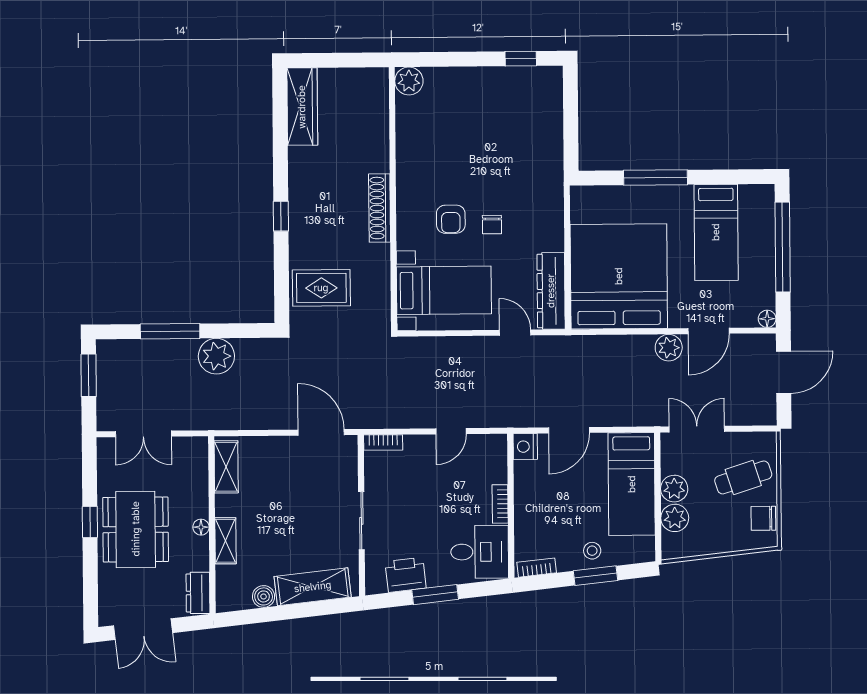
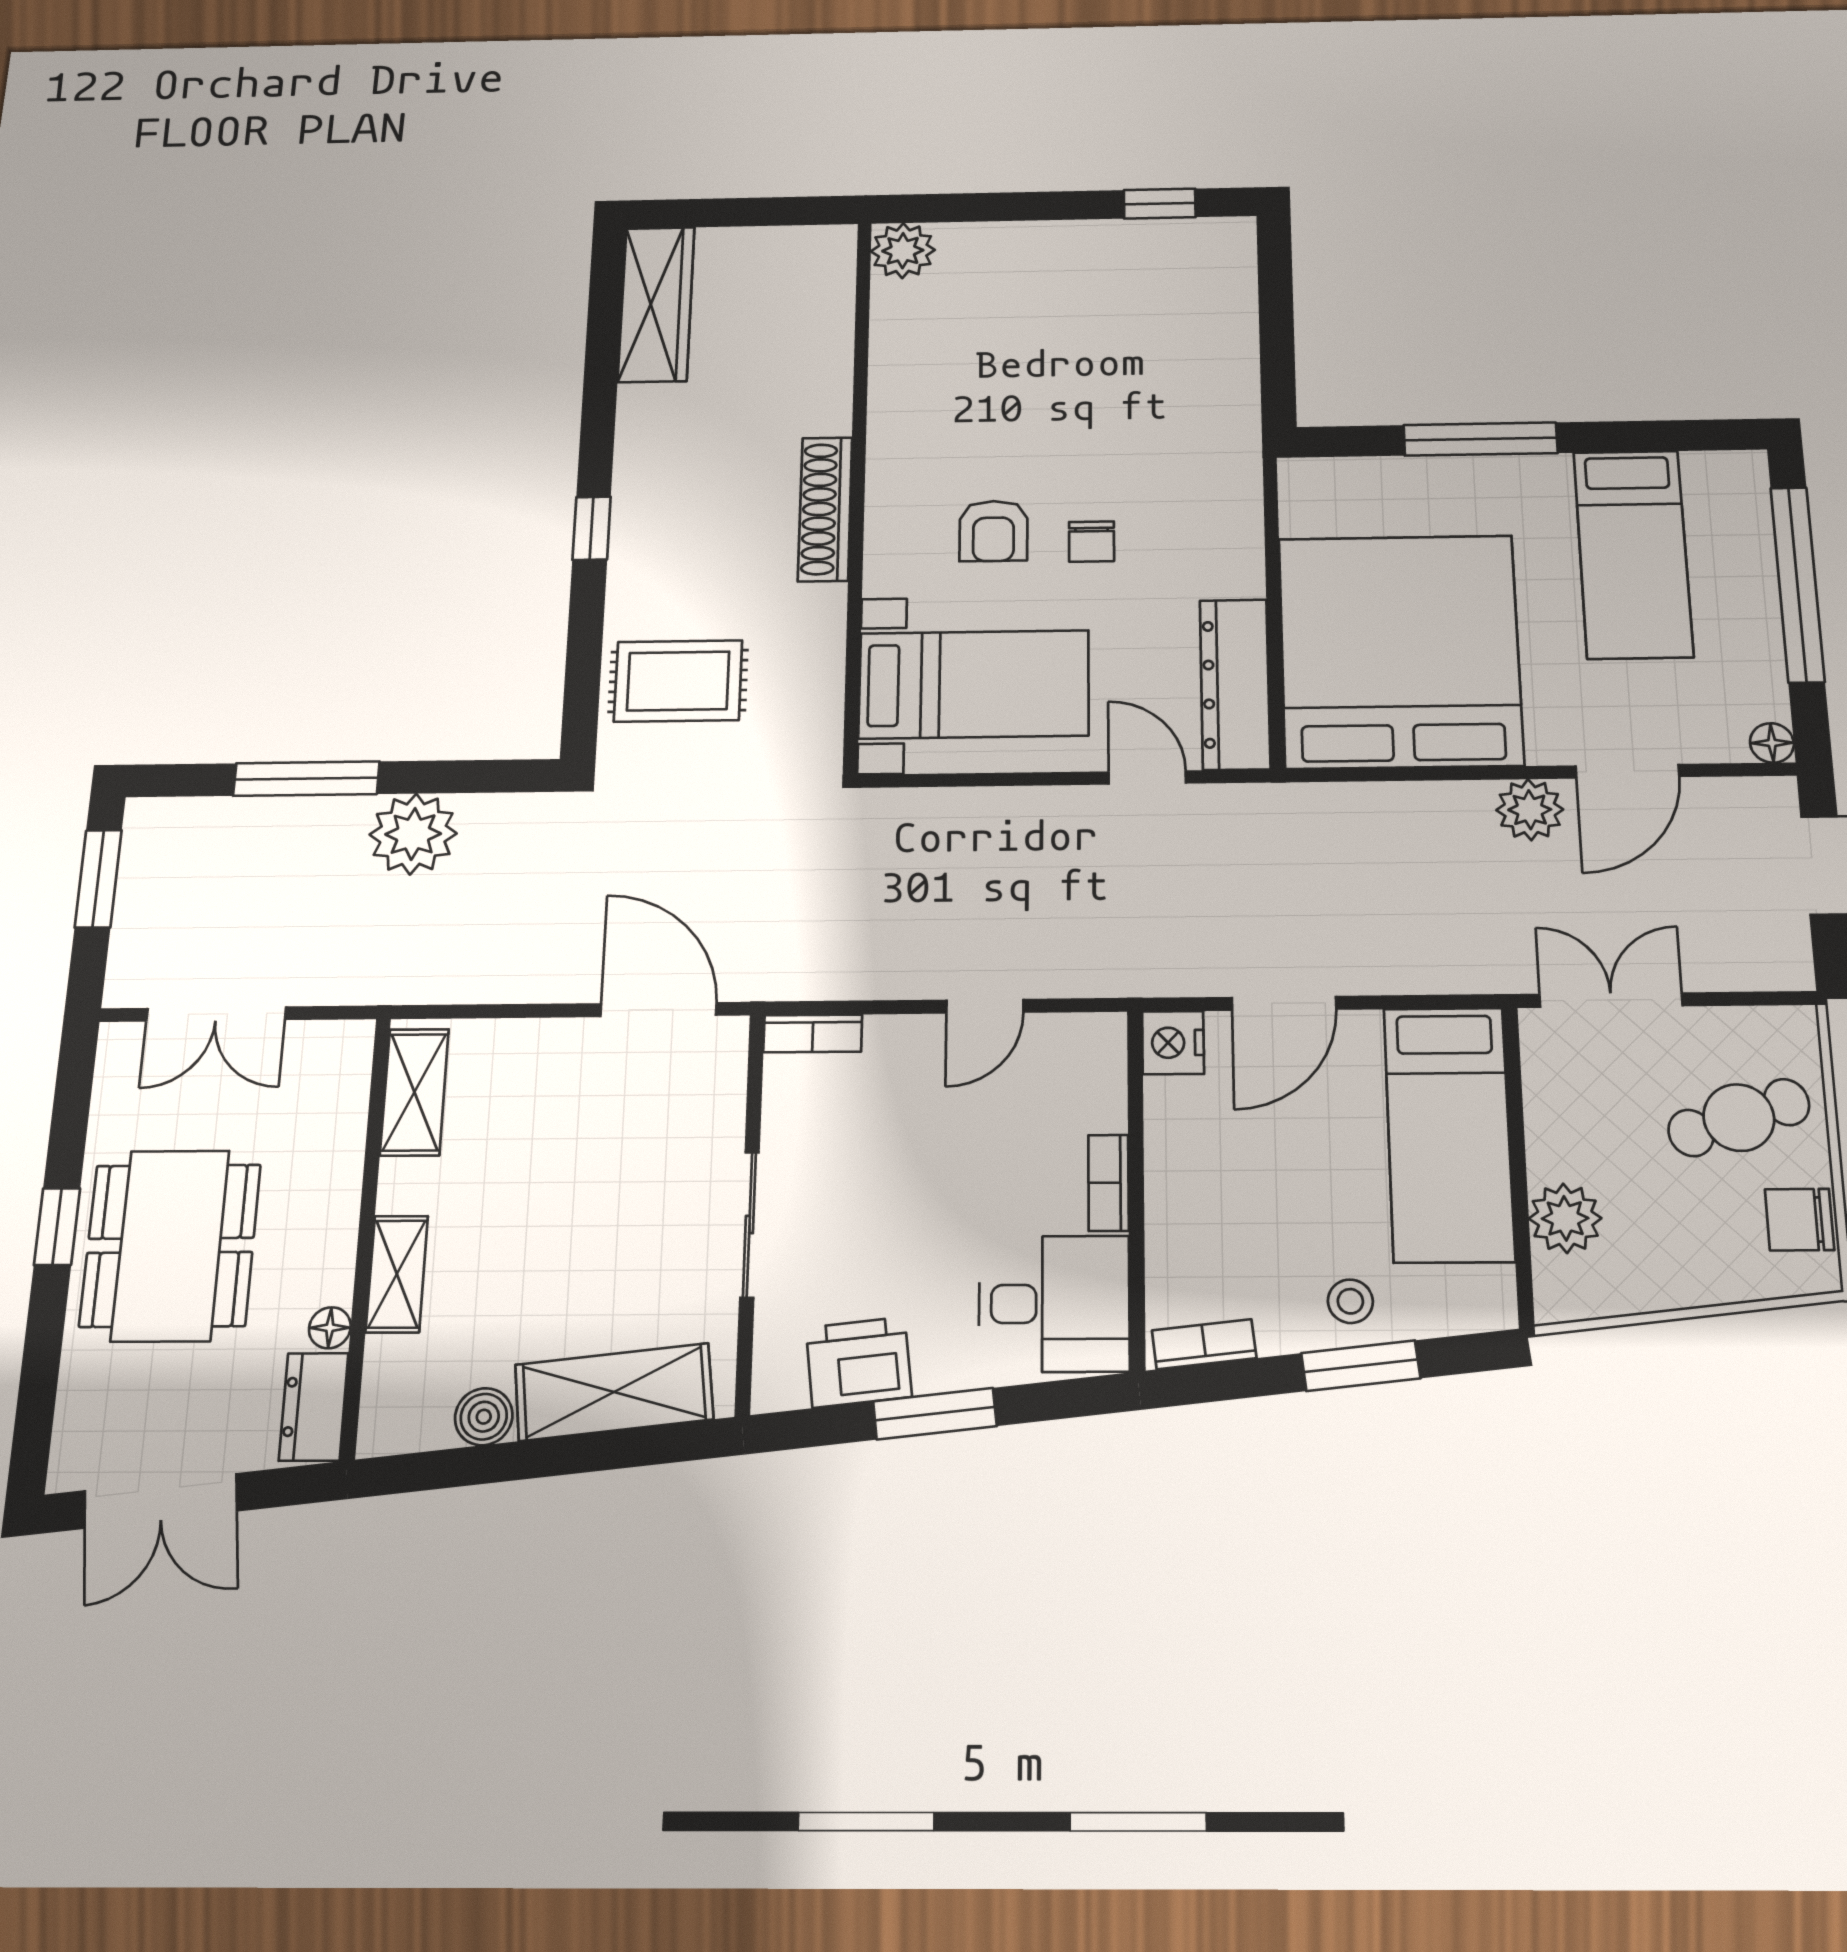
plant: (674, 489) -> (1560, 1145), removed
floor lamp: (201, 527) -> (330, 1328), moved

